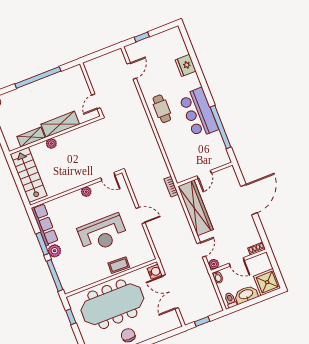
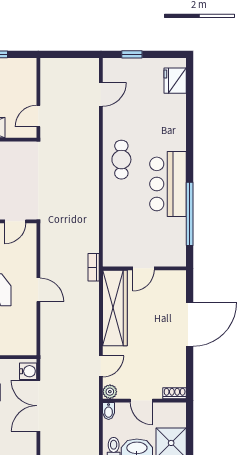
fridge: (186, 65) -> (175, 81), moved
door: (108, 177) -> (15, 221), hinge flipped

